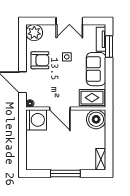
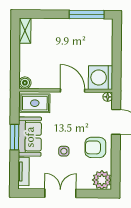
window: (109, 46) -> (14, 137), moved
boiler: (96, 119) -> (25, 83), width x0.54, depth x0.54
window: (65, 173) -> (87, 15), moved

